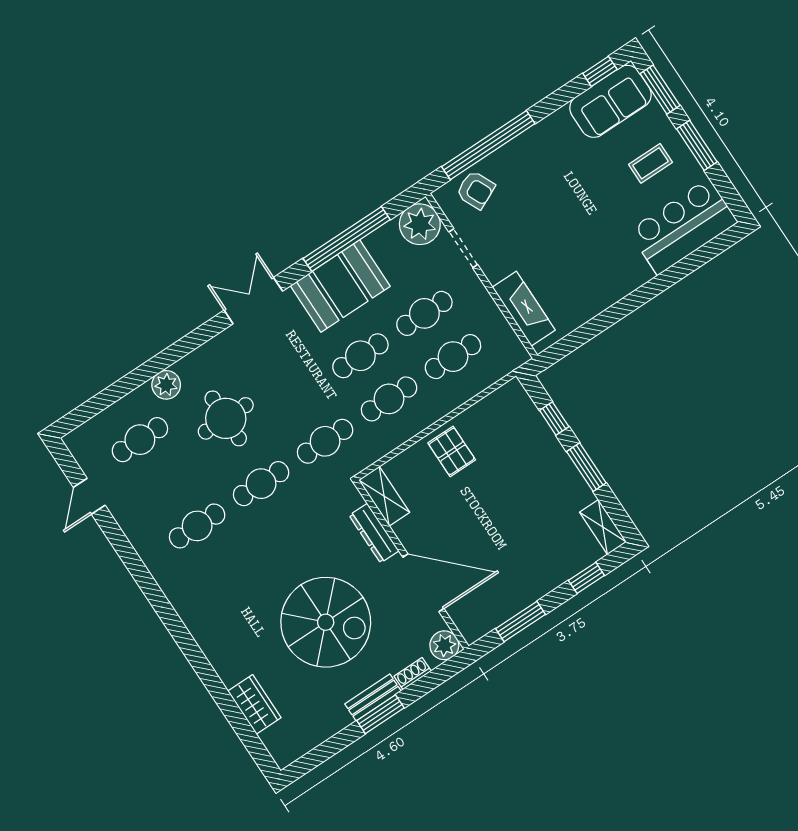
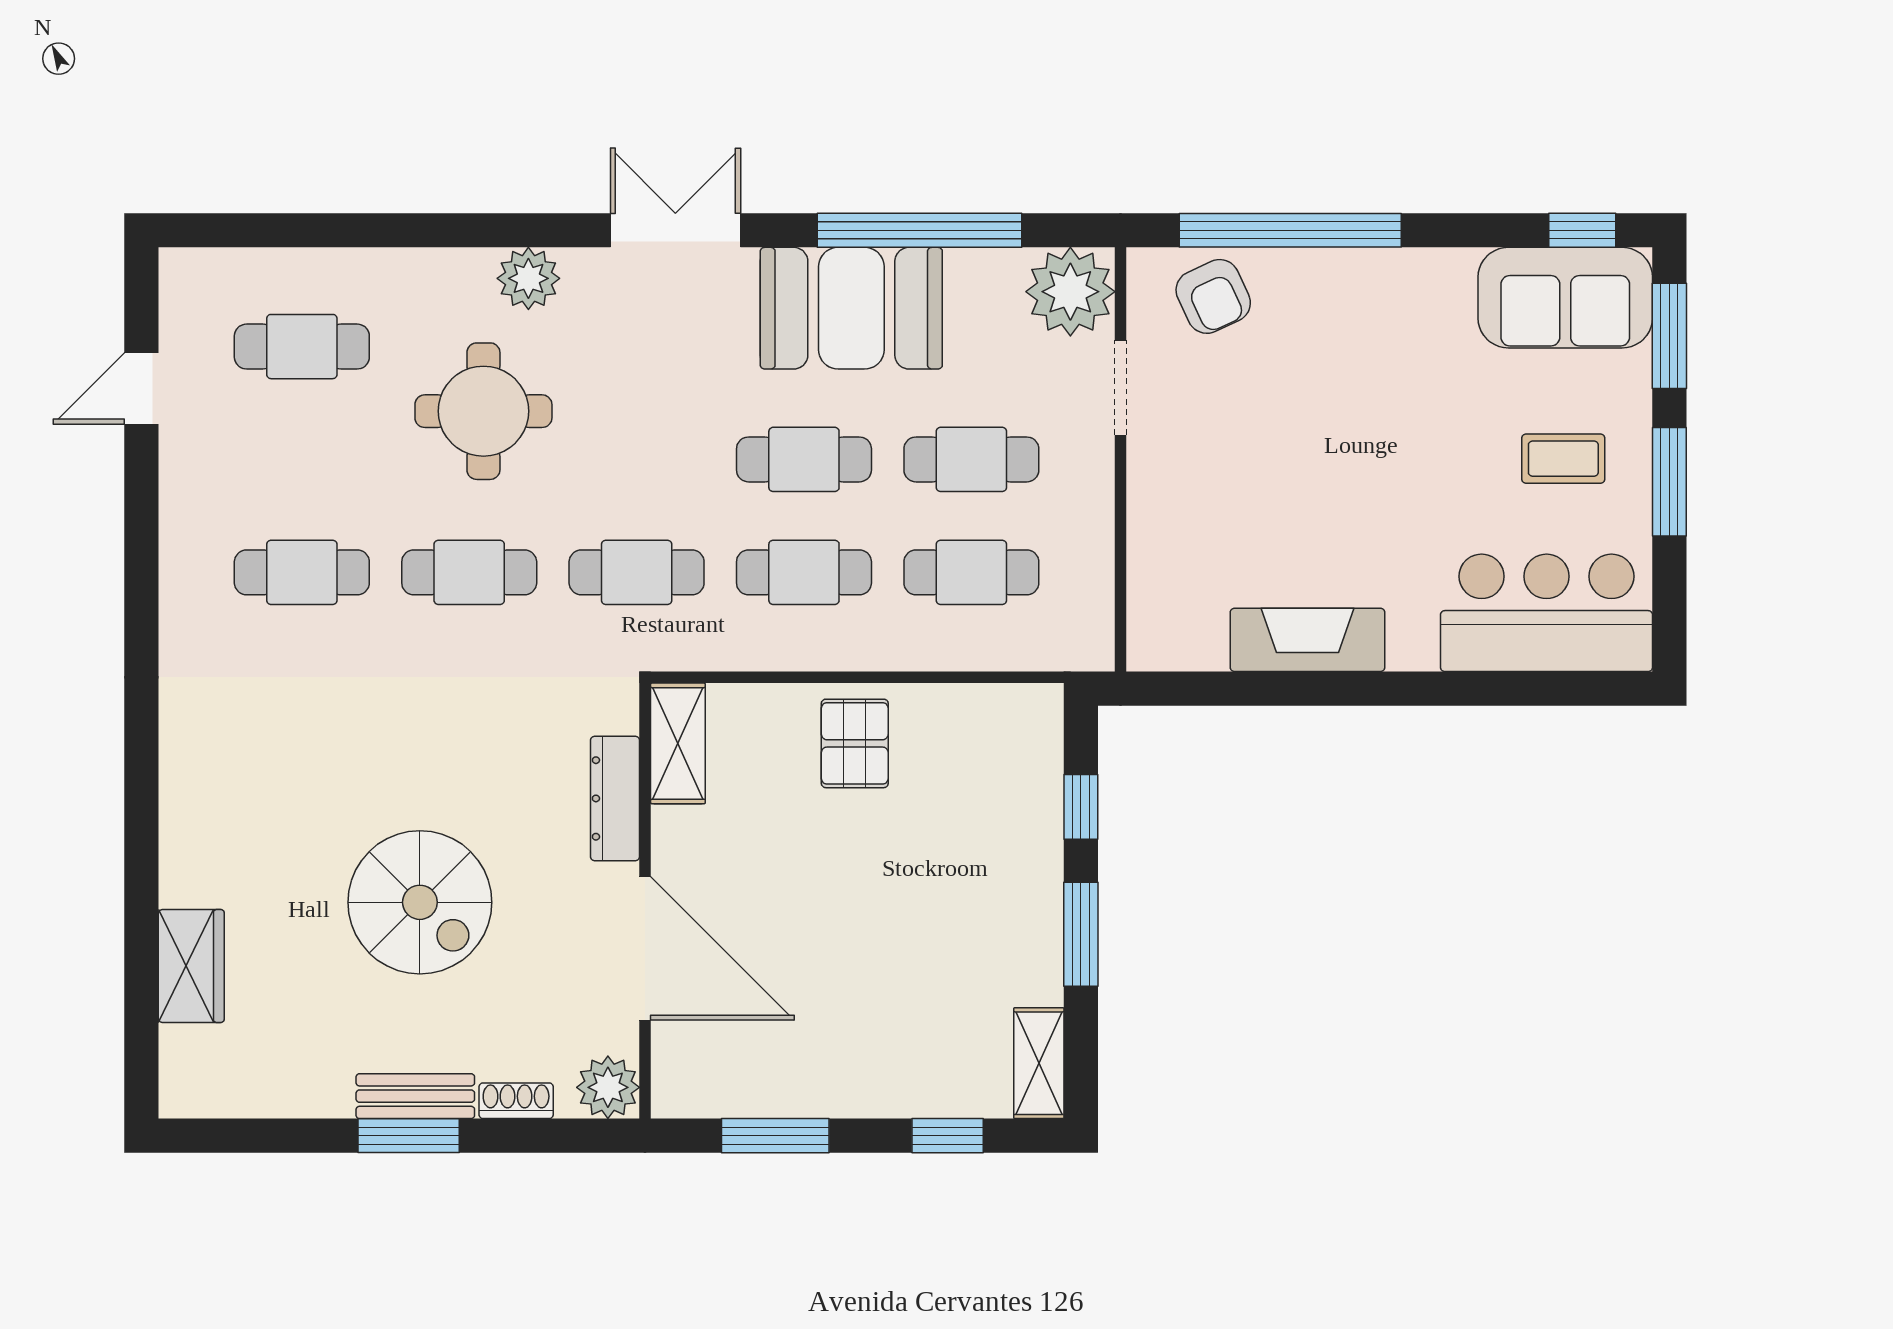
fireplace: (524, 309) -> (1307, 640), moved, turned -90
plant: (166, 385) -> (528, 278), moved
spiral stairs: (326, 622) -> (420, 902), width x0.73, depth x0.73

